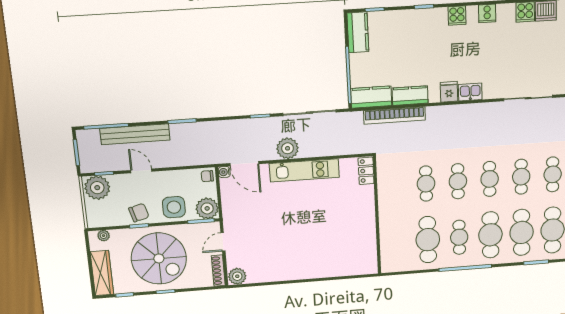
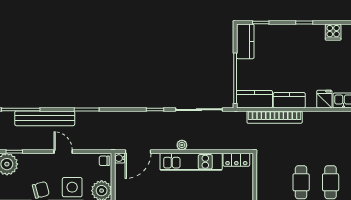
plant: (288, 148) -> (182, 145), width x0.53, depth x0.53
door: (244, 164) -> (138, 152), hinge flipped
door: (141, 171) -> (63, 152), moved
locker: (366, 171) -> (236, 160), moved, turned -90

